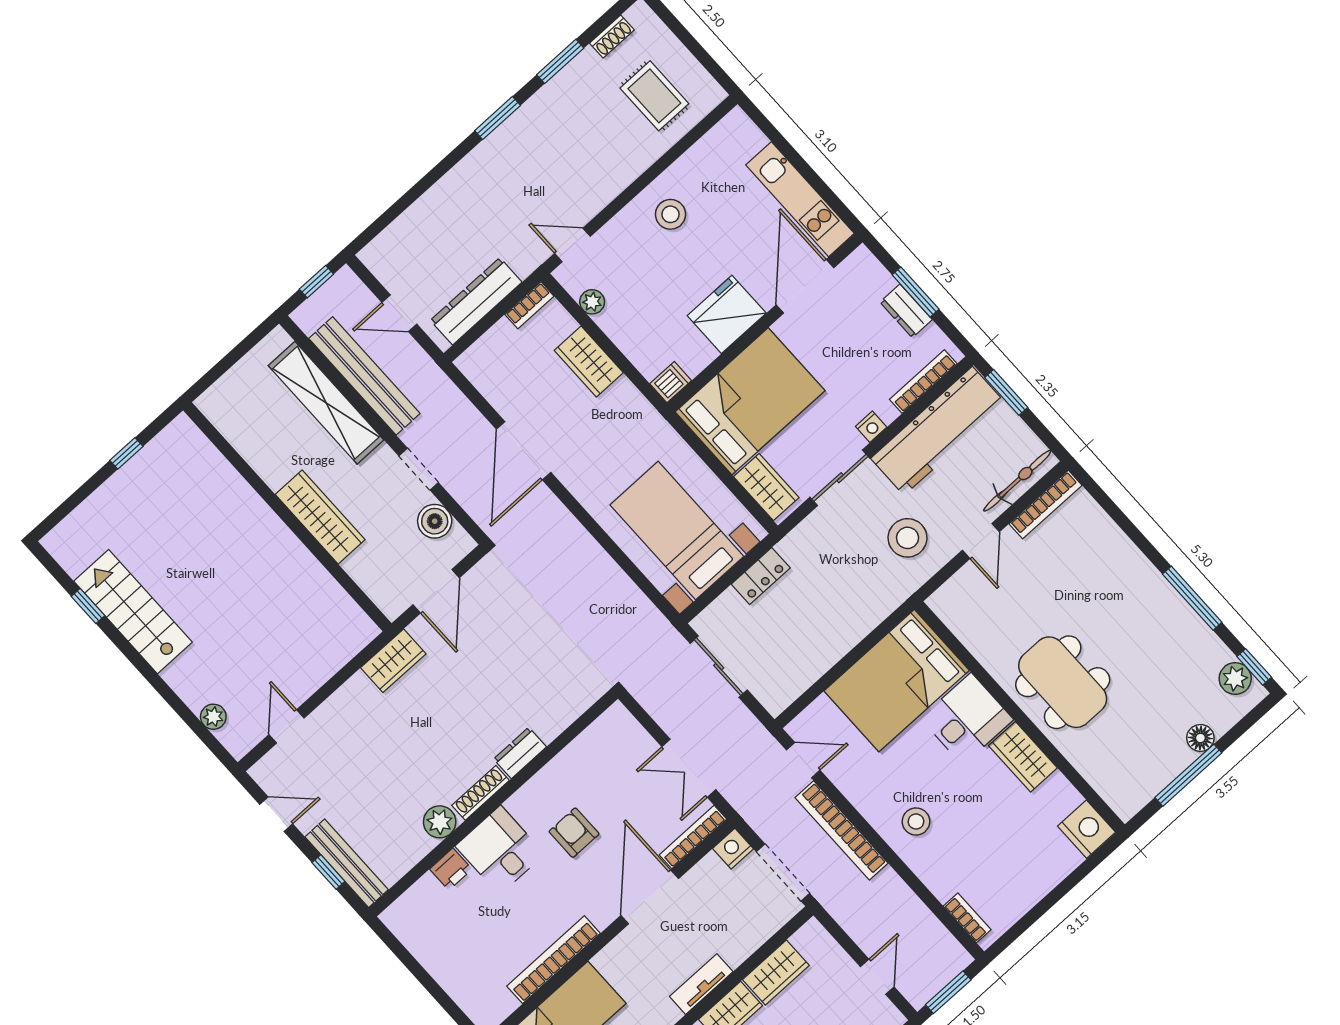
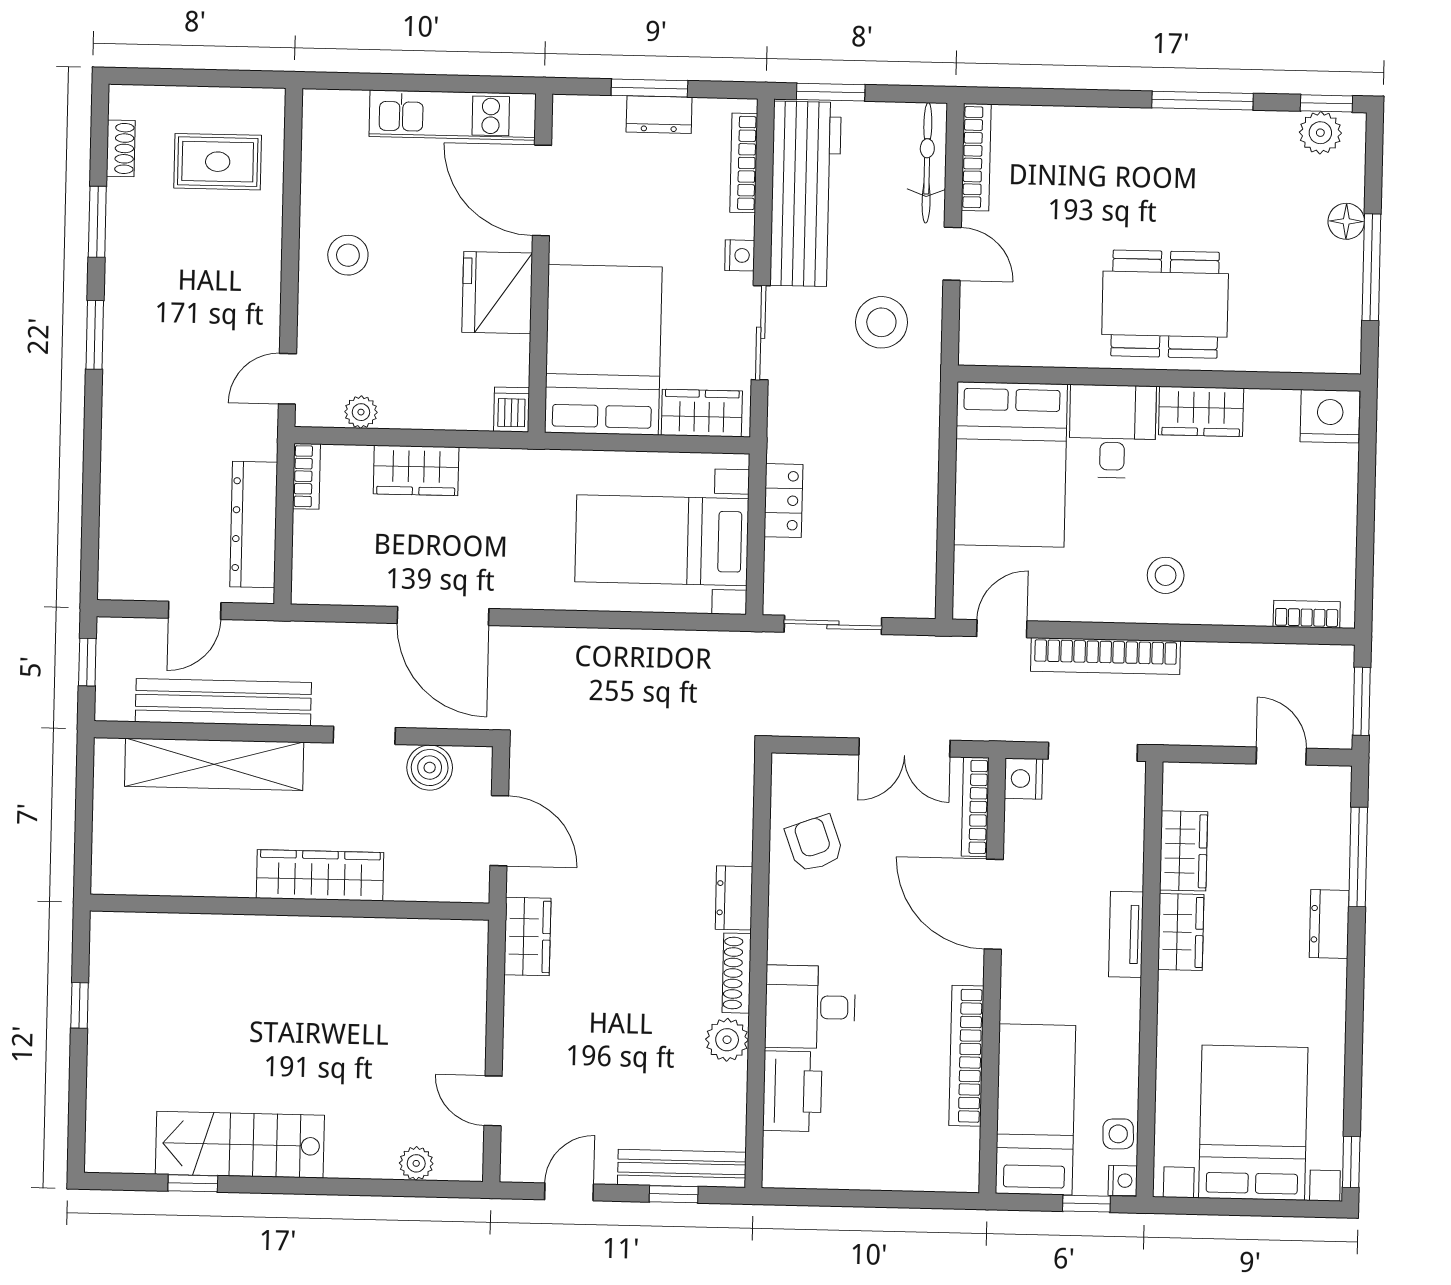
armchair: (574, 833) -> (814, 844), moved, turned 70
printer: (451, 869) -> (792, 1091), width x1.87, depth x1.48

